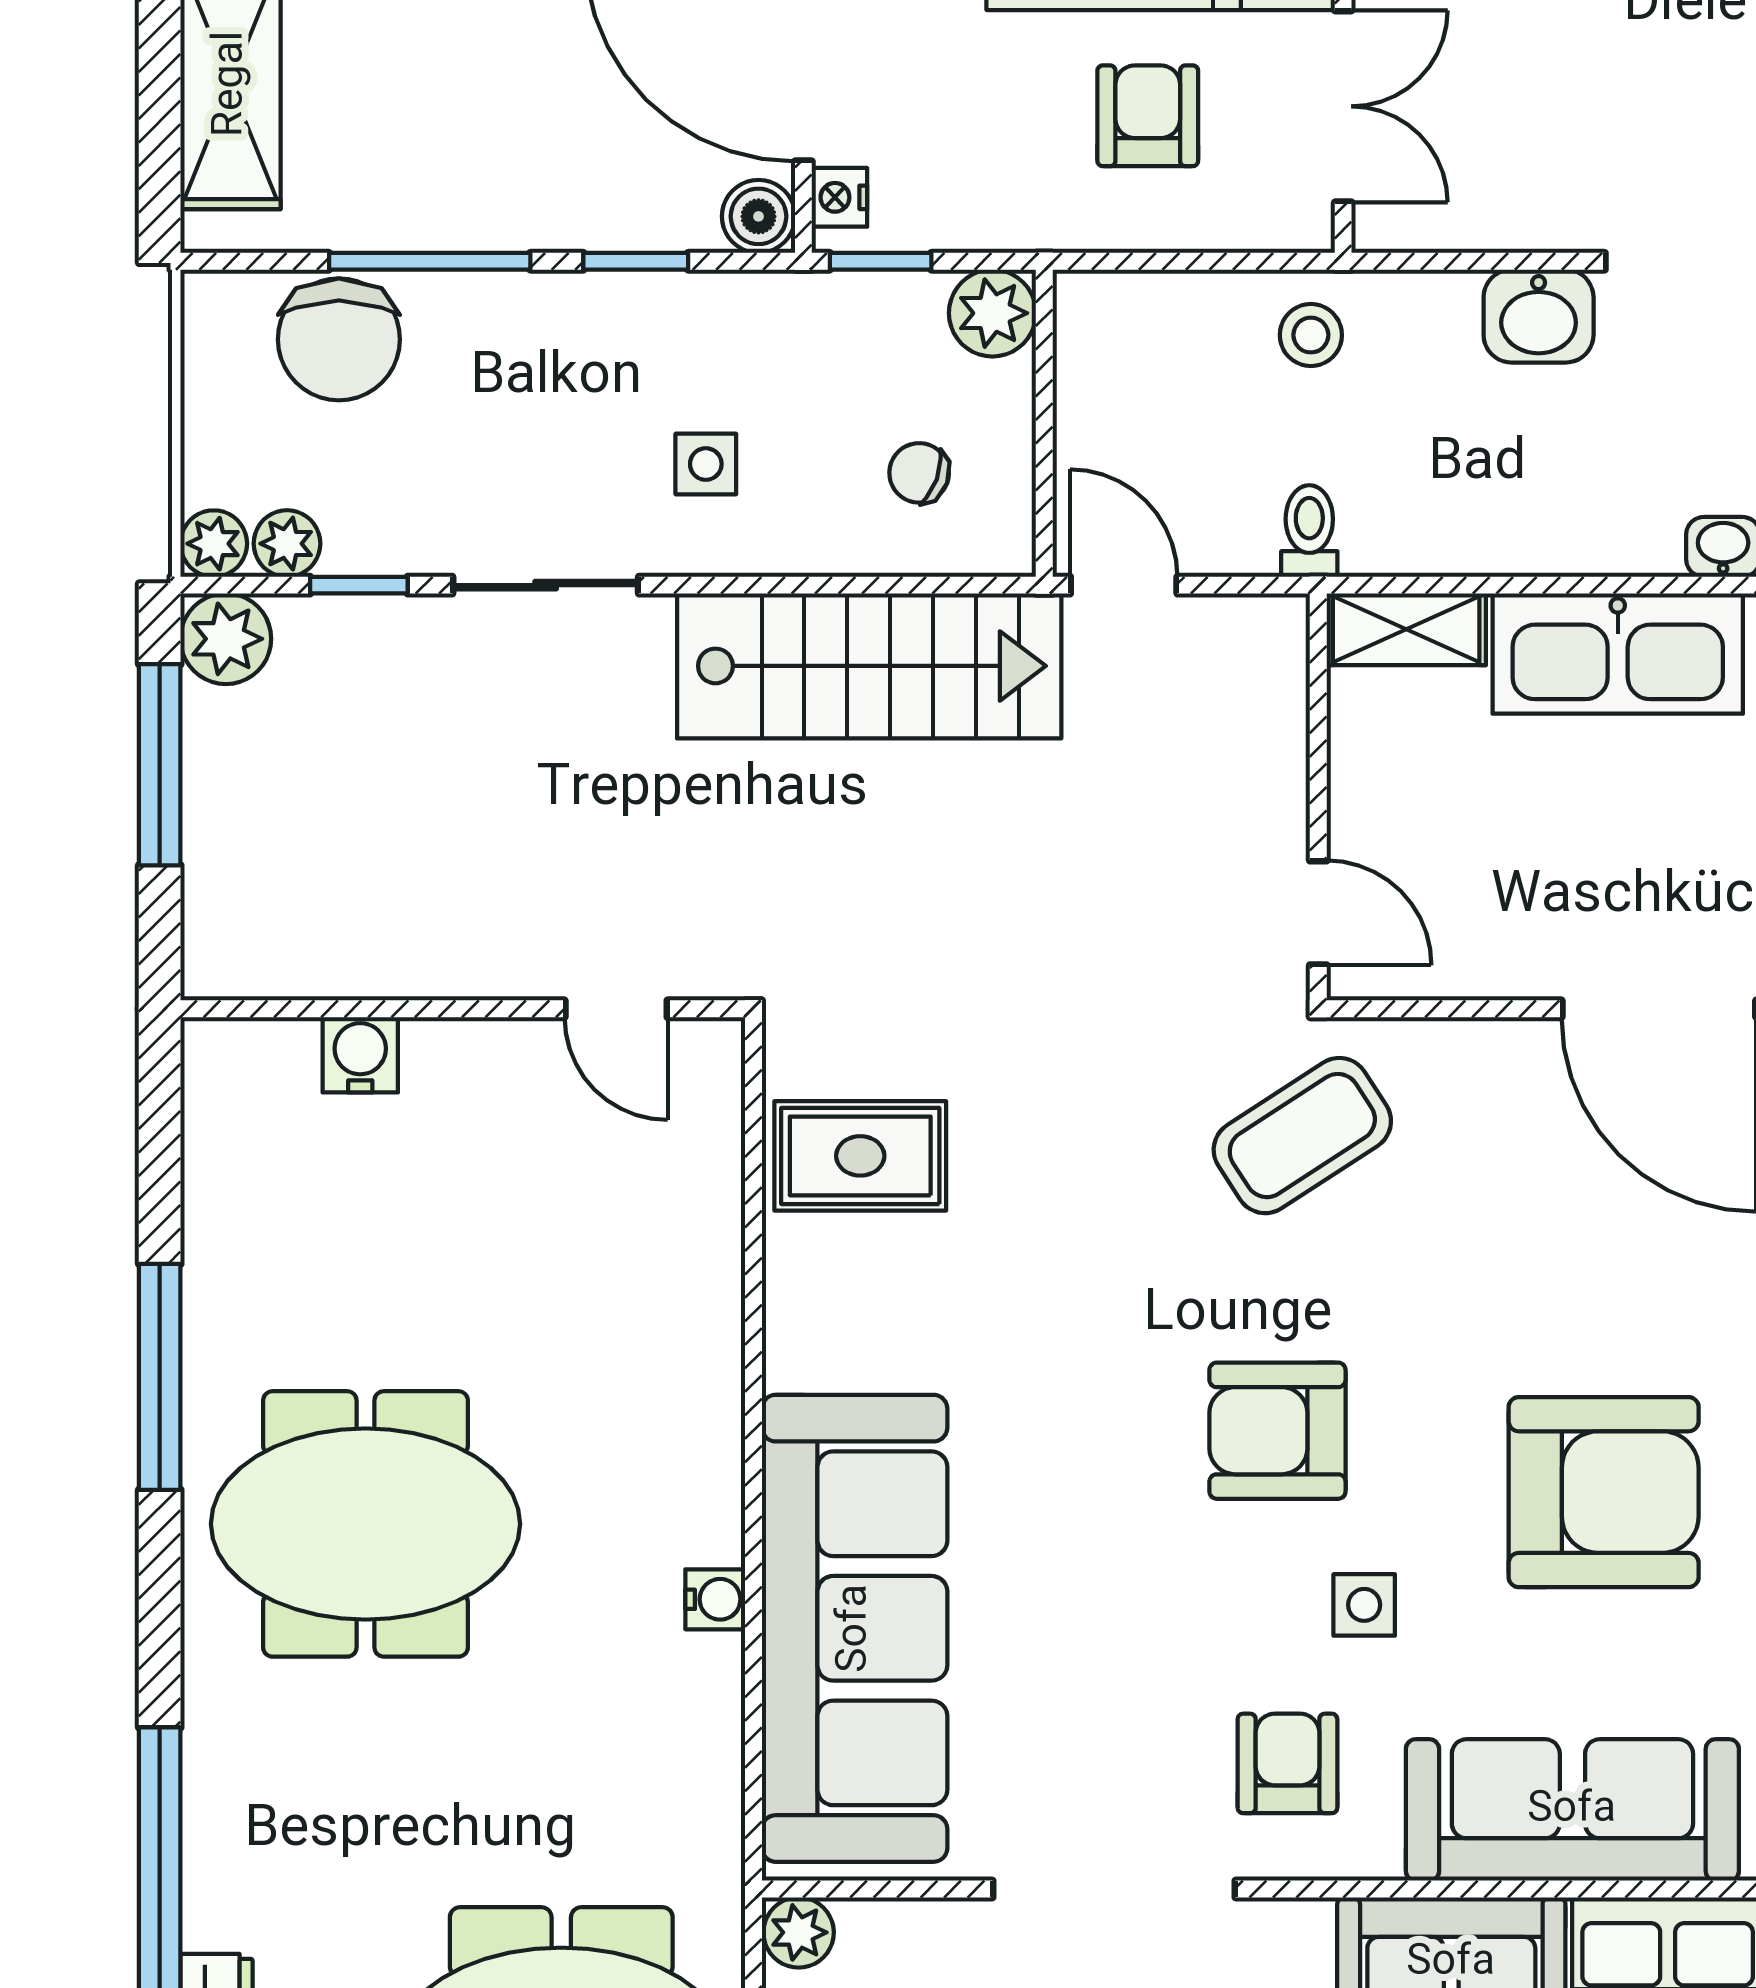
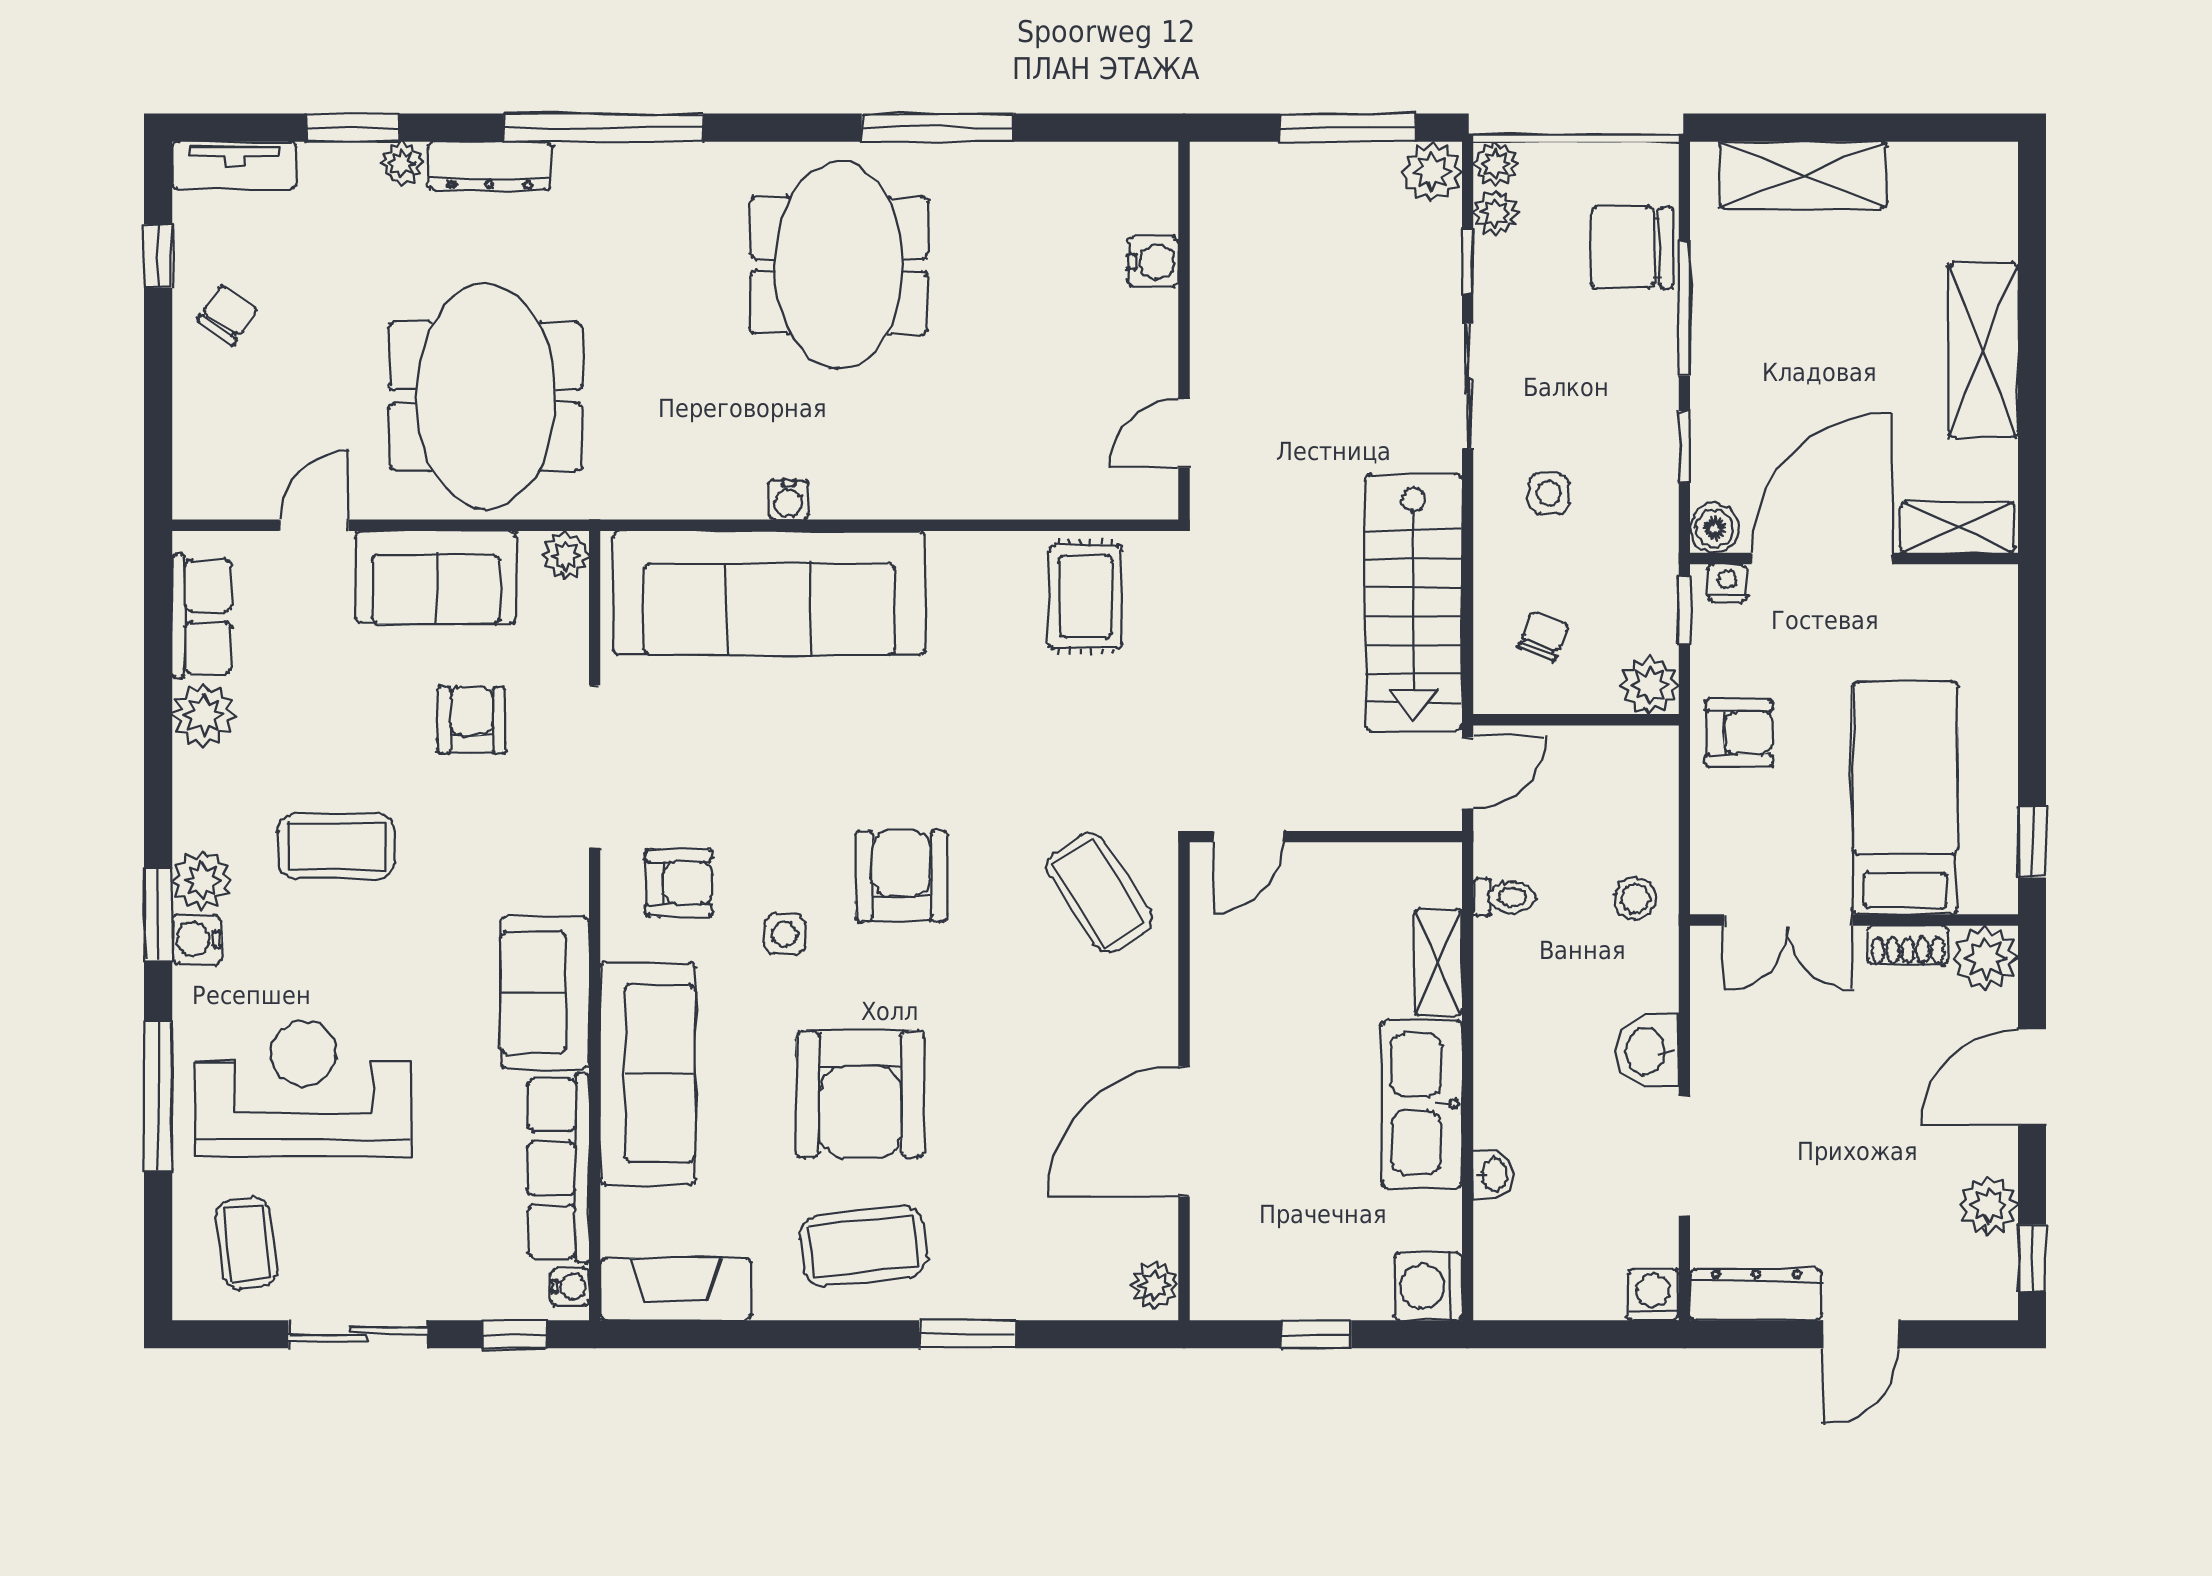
armchair: (1148, 116) -> (1739, 733), moved
wall: (1318, 797) -> (1326, 837), moved
door: (1318, 913) -> (1248, 837), moved

